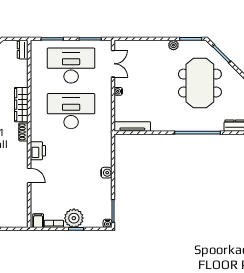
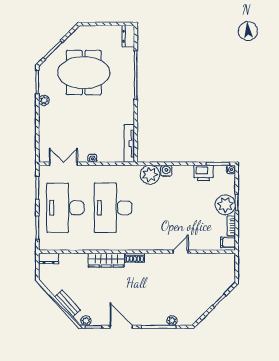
plant: (103, 146) -> (150, 175), added
printer: (38, 151) -> (204, 173), moved, turned 180
water cooler: (106, 173) -> (166, 171), moved

